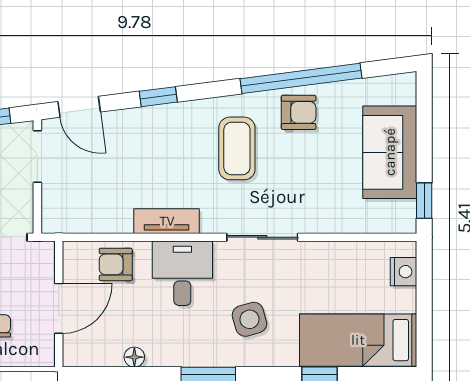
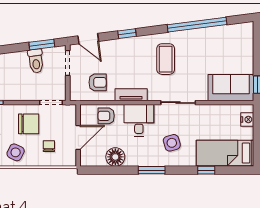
armchair: (299, 112) -> (98, 82), moved
sofa: (390, 152) -> (231, 88), moved, turned 90
floor lamp: (134, 357) -> (115, 157), width x1.89, depth x1.89

